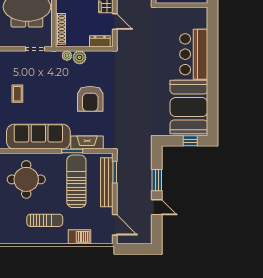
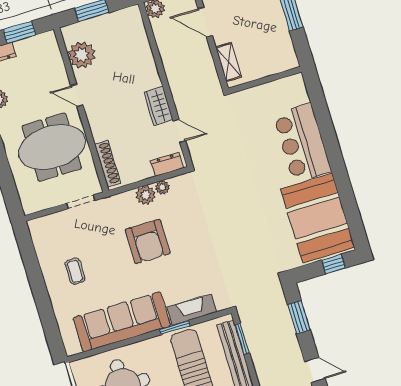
plant: (67, 56) -> (162, 187), moved
armchair: (90, 99) -> (148, 242), moved
window: (157, 180) -> (299, 317), moved

